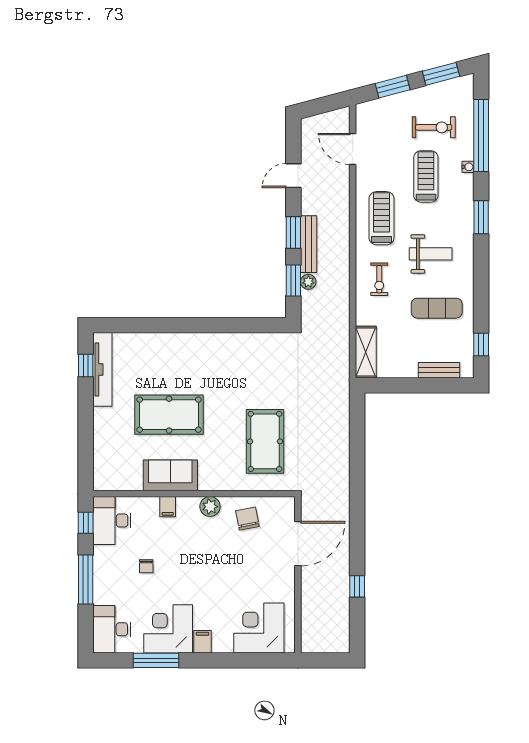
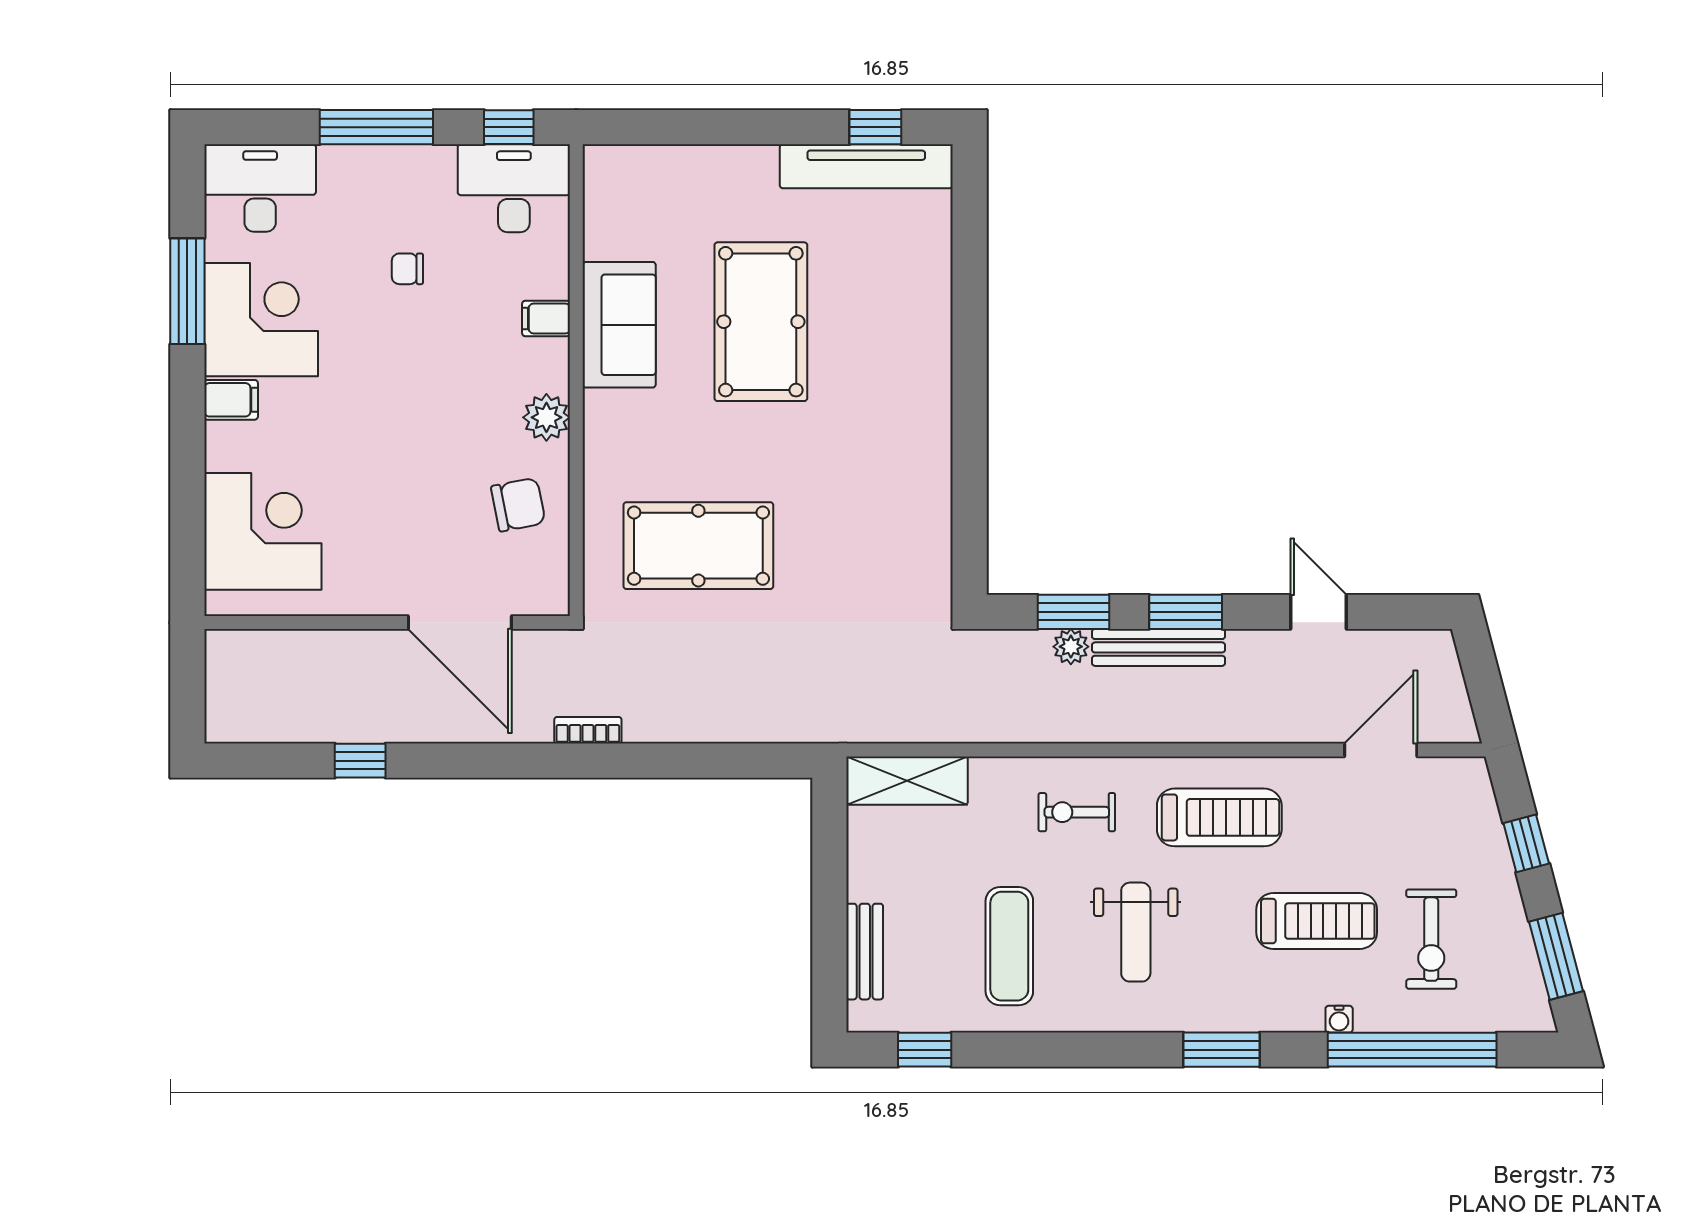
window: (393, 87) -> (1526, 843), width x0.67
bookcase: (344, 489) -> (588, 730), added

